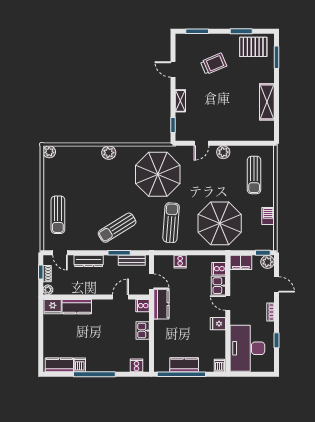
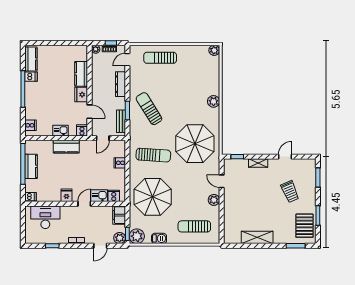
plant: (265, 242) -> (137, 236), added
kitchen counter: (161, 304) -> (66, 147), moved
fridge: (53, 307) -> (81, 95), moved
desk: (247, 348) -> (45, 217), width x0.73, depth x0.77

